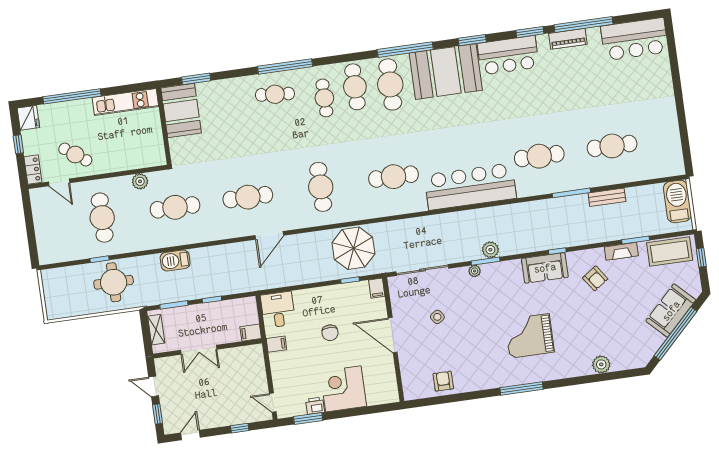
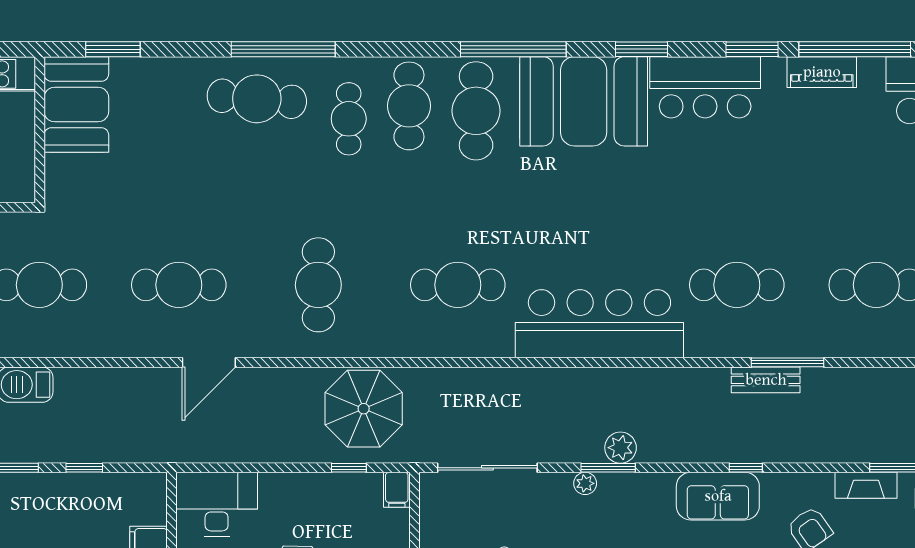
cafe table: (275, 94) -> (257, 99), width x1.37, depth x1.35
bench: (607, 197) -> (766, 380), moved
desk: (278, 310) -> (217, 504), width x1.37

